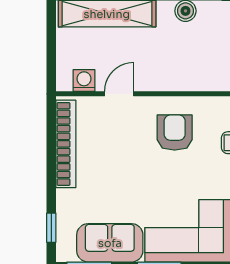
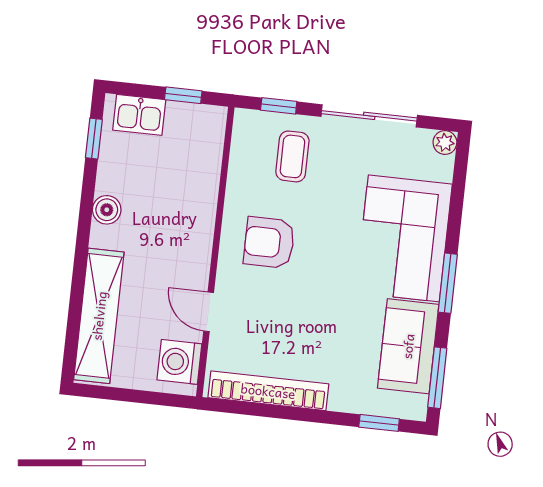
washing machine: (84, 81) -> (179, 362), width x1.38, depth x1.38

